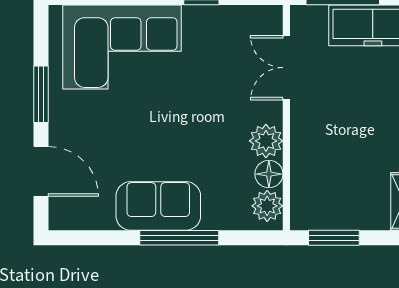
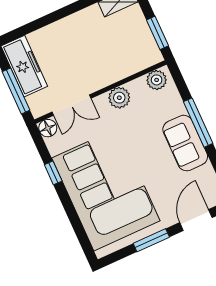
corner sofa: (122, 47) -> (106, 189), width x1.36, depth x1.36
floor lamp: (269, 174) -> (48, 128), moved

